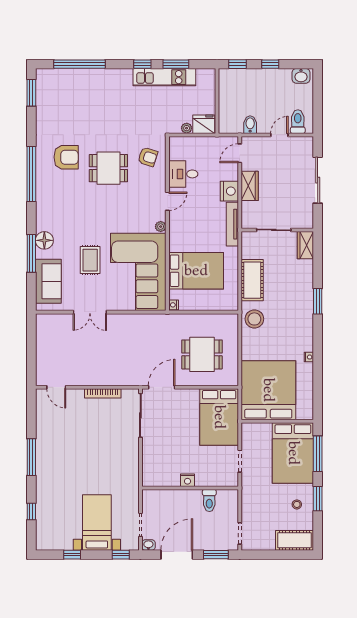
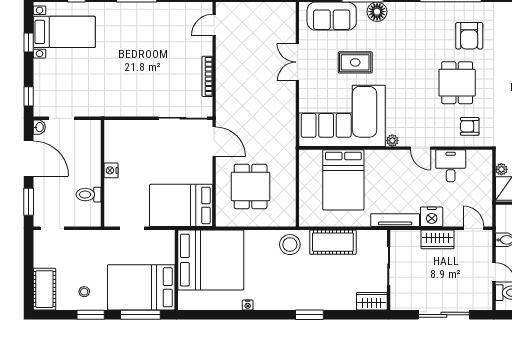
armchair: (148, 157) -> (470, 126), turned 72
nightstand: (174, 305) -> (305, 155), removed
bed with nightstands: (97, 522) -> (64, 32), moved

